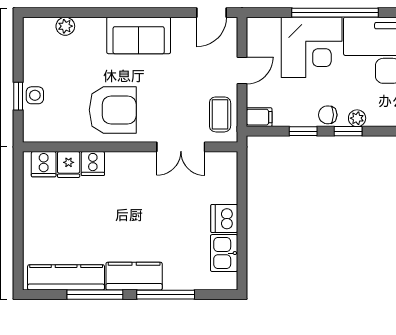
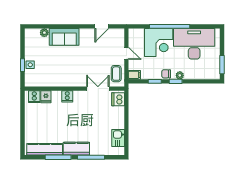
door: (212, 13) -> (102, 26), moved
sofa: (139, 35) -> (64, 37), moved
door: (242, 71) -> (126, 53), hinge flipped
armchair: (113, 110) -> (66, 72), removed
double door: (181, 147) -> (98, 89), swing flipped
cooker: (93, 163) -> (67, 96), moved
dishwasher: (224, 218) -> (118, 99), moved

